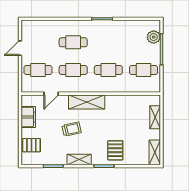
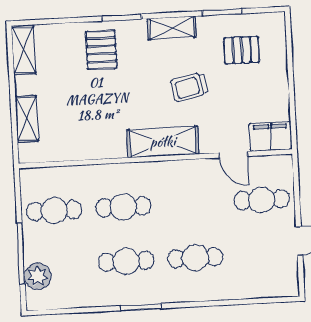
cafe table: (73, 70) -> (126, 261), moved
door: (51, 94) -> (233, 155), swing flipped
filing cabinet: (28, 117) -> (270, 136), moved, turned 90
pallet: (31, 145) -> (242, 50), moved

